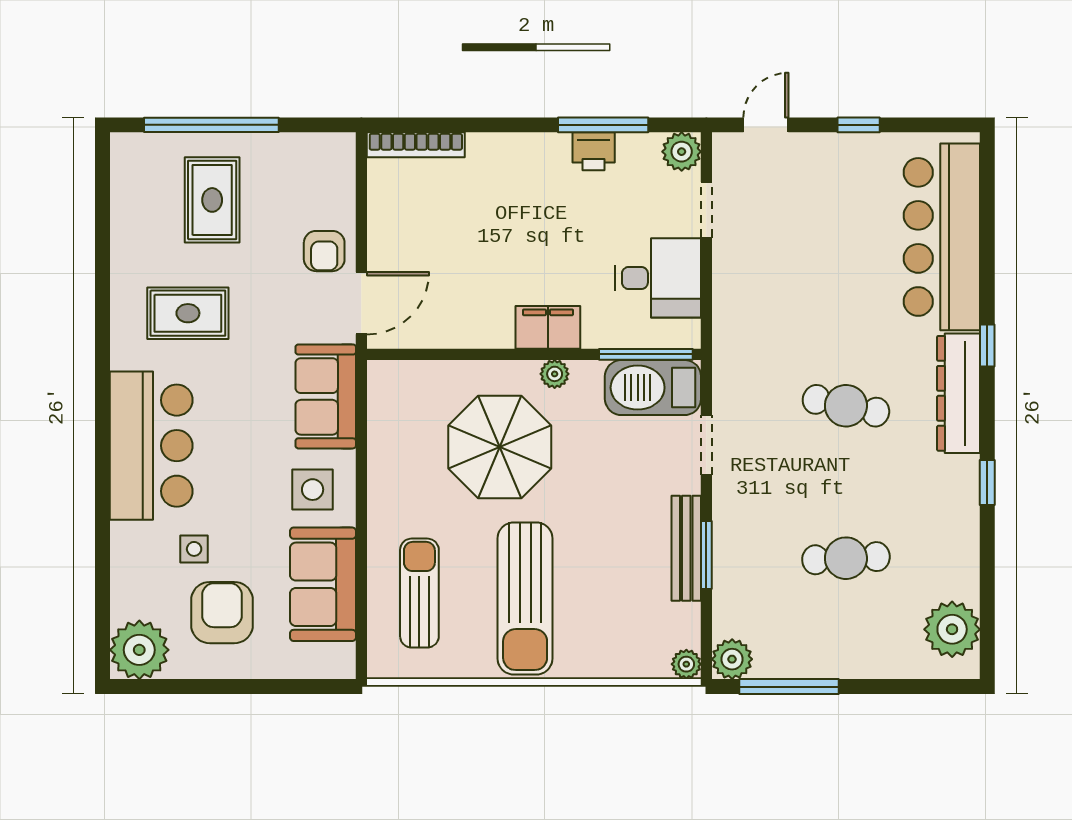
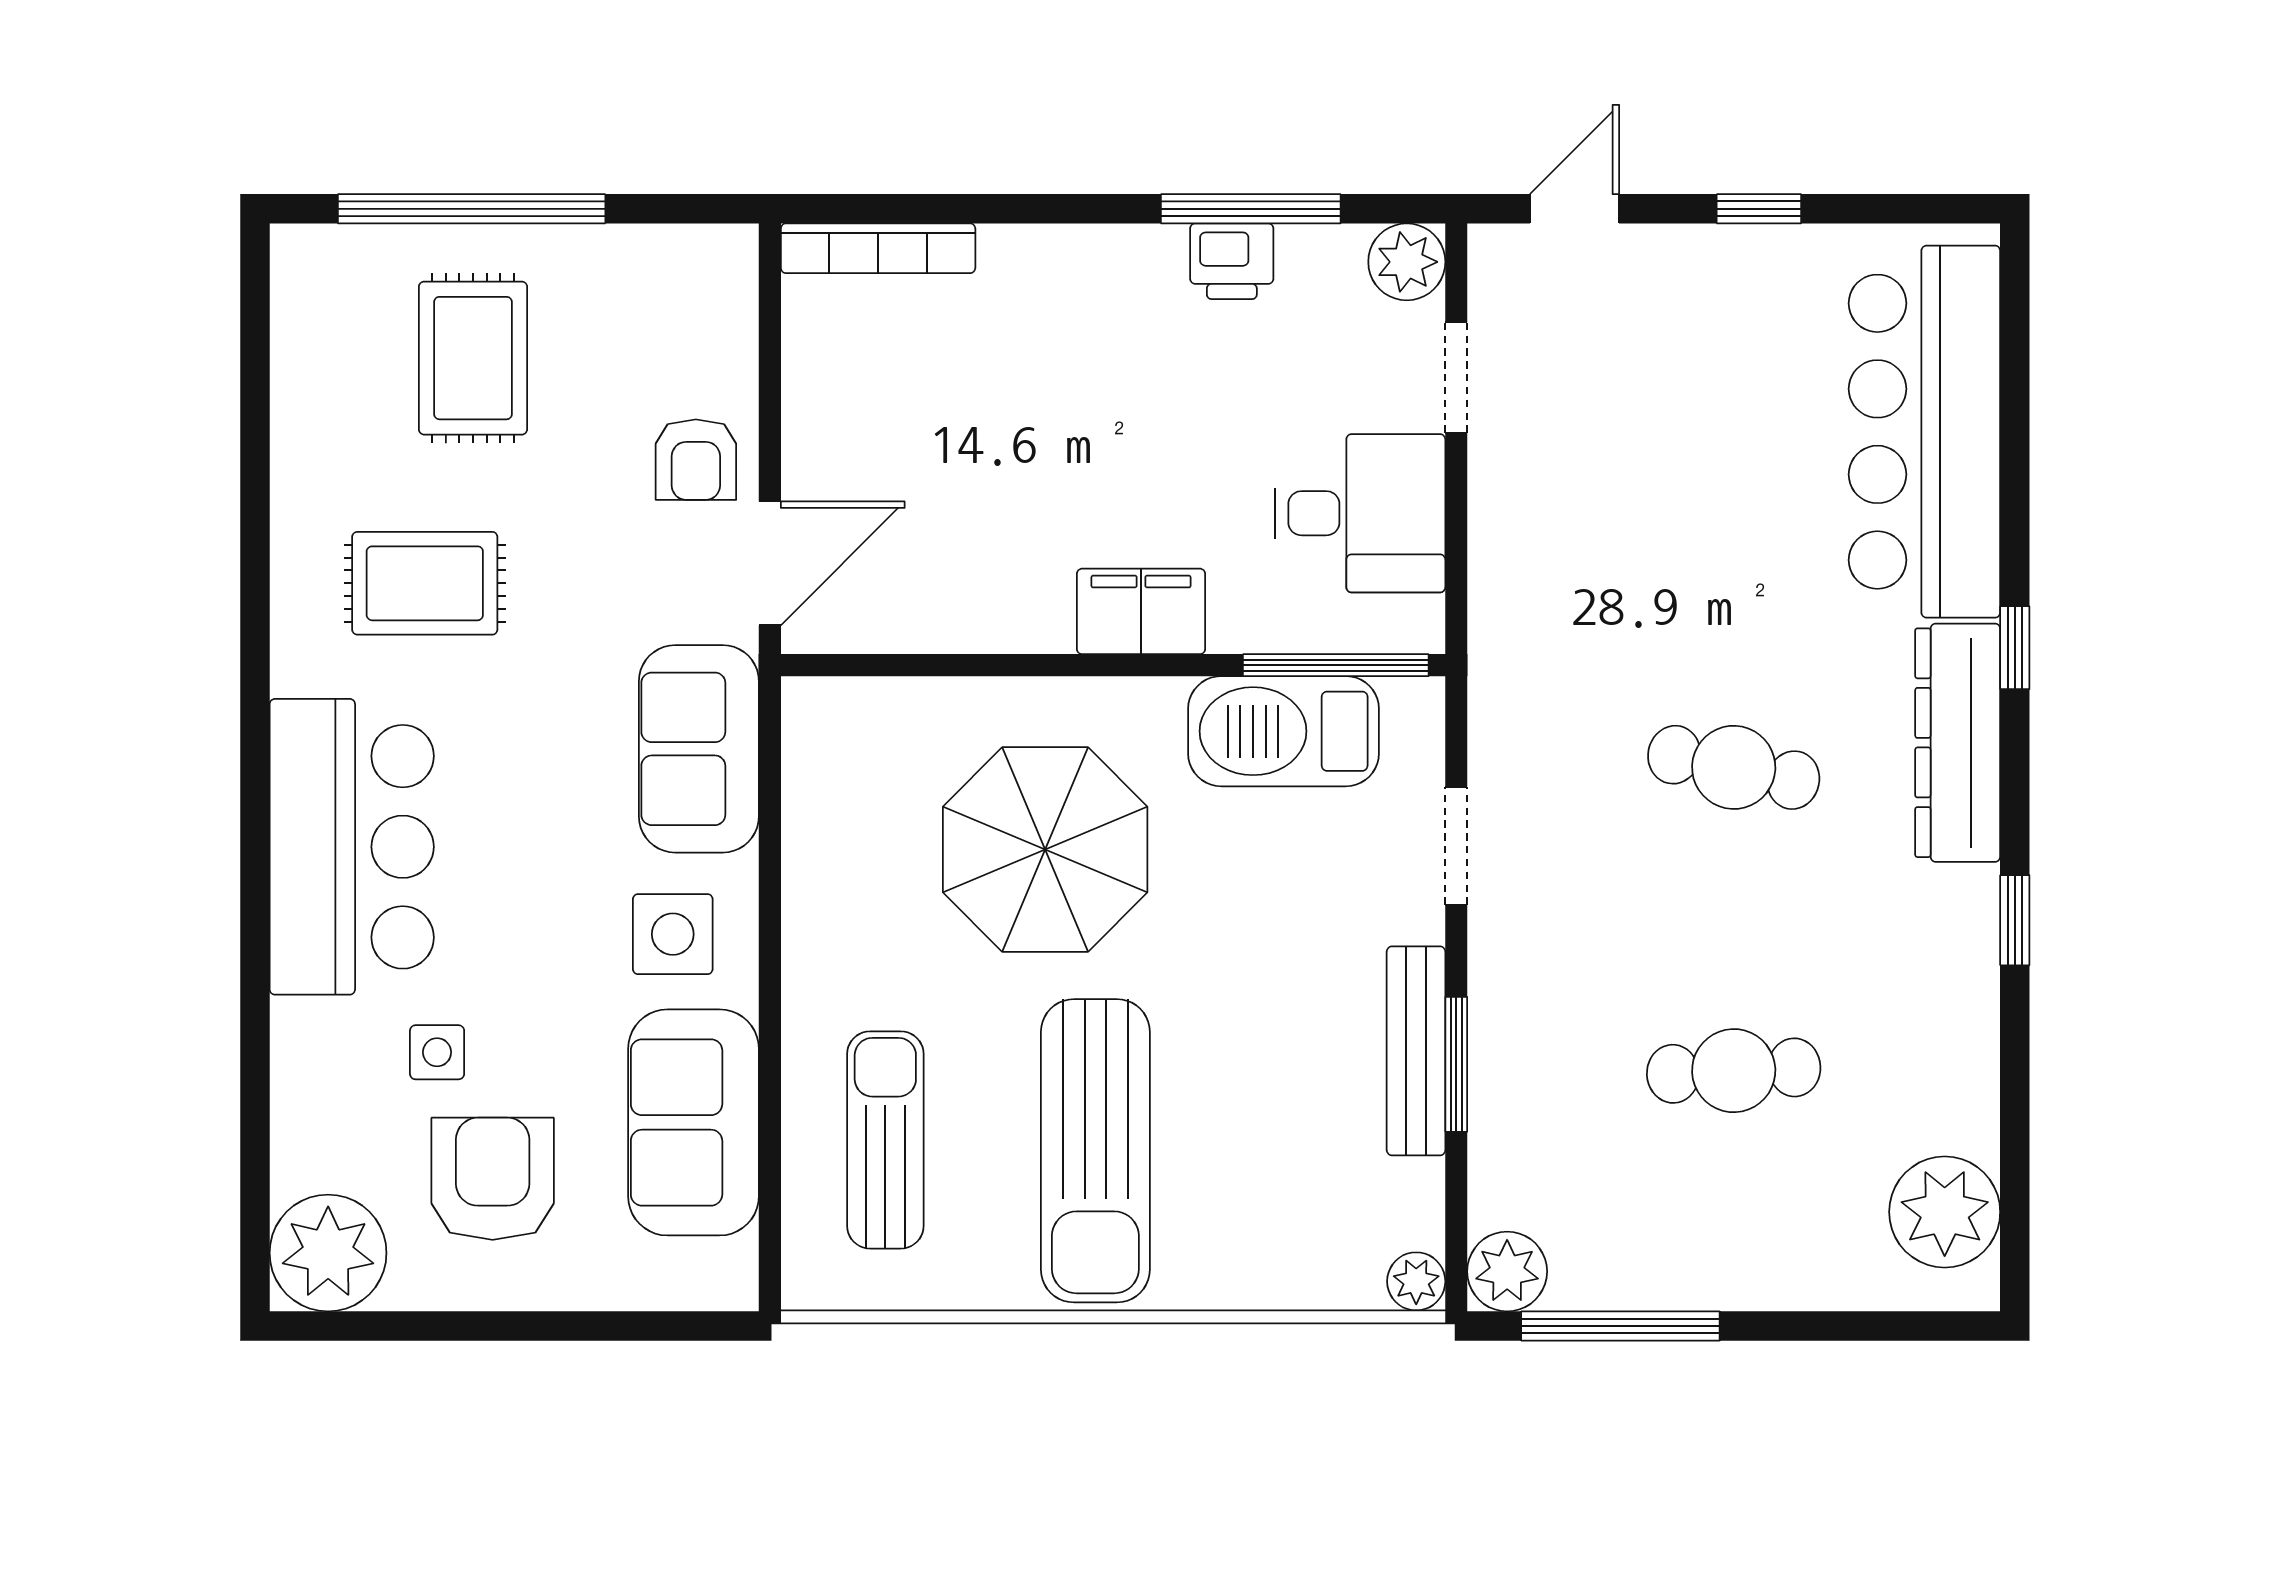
plant: (555, 374) -> (1154, 704), removed
barbecue: (653, 388) -> (1284, 731), moved

